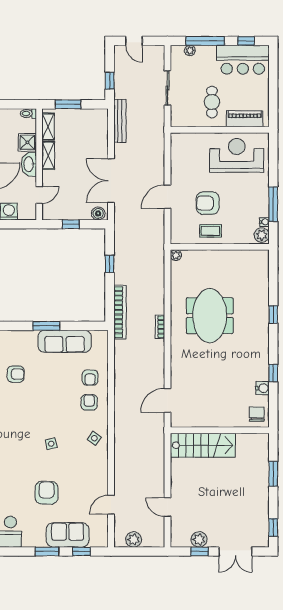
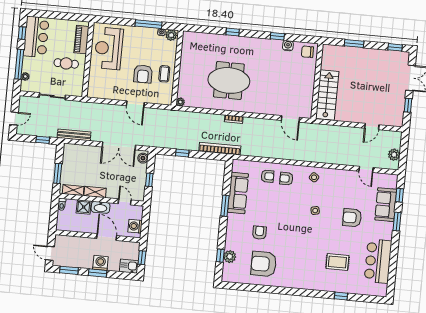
plant: (199, 539) -> (399, 105), removed

